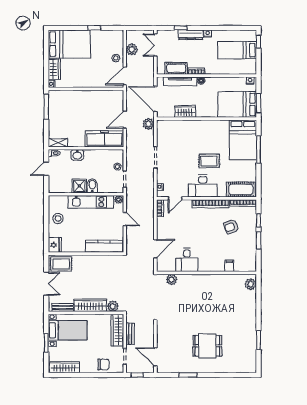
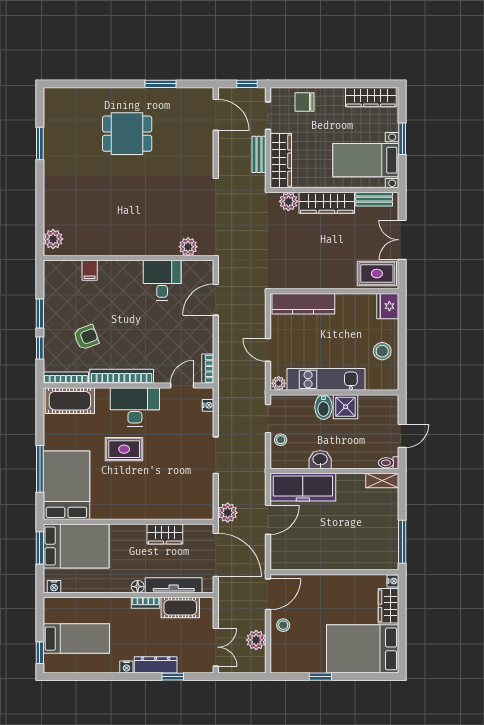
washbasin: (77, 155) -> (320, 460), moved

